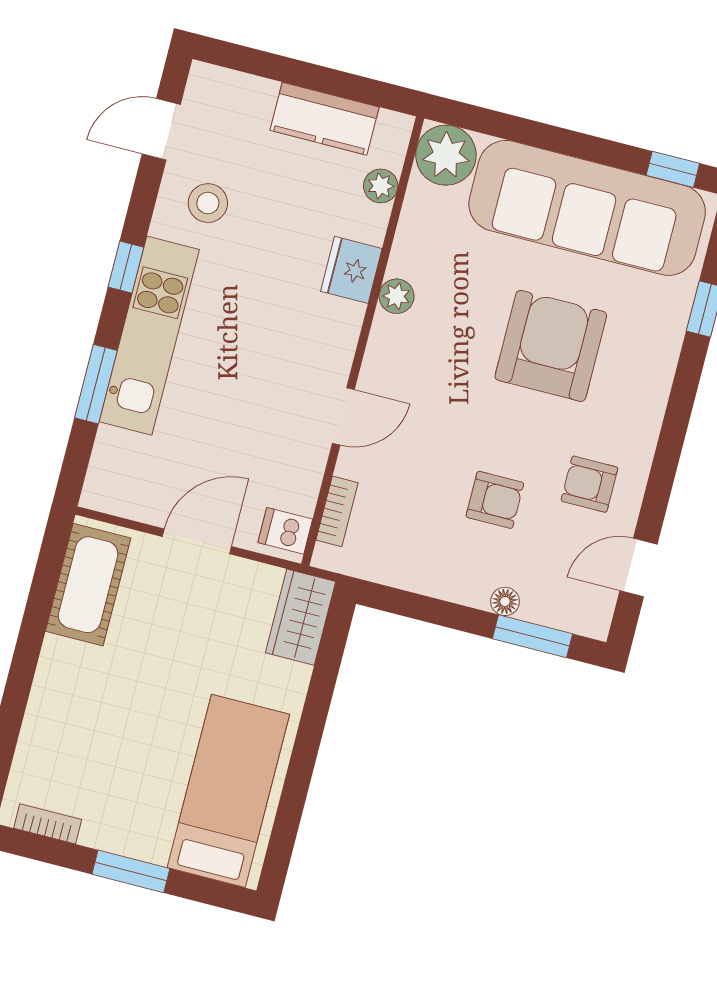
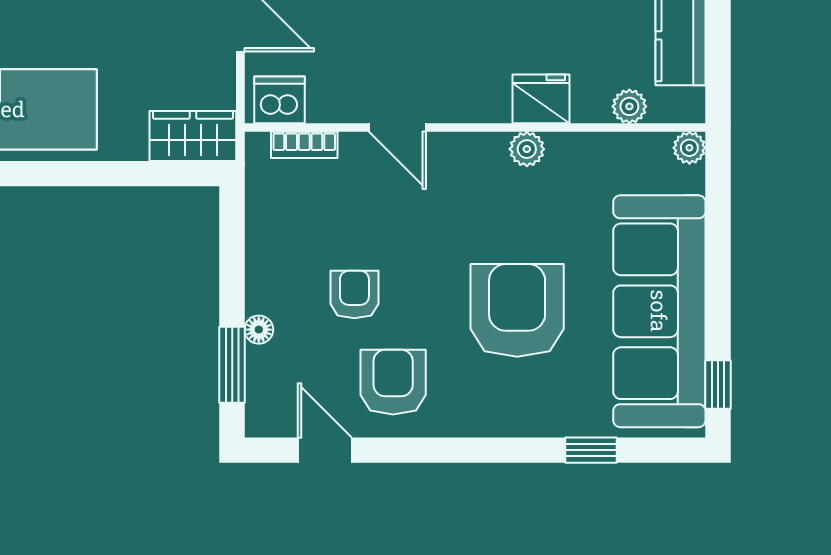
plant: (446, 155) -> (689, 148), width x0.53, depth x0.53
armchair: (551, 346) -> (517, 310), turned -90
armchair: (589, 484) -> (393, 382), width x1.38, depth x1.38
armchair: (495, 500) -> (354, 295), turned 180
dishwasher: (285, 531) -> (279, 100), width x1.38

